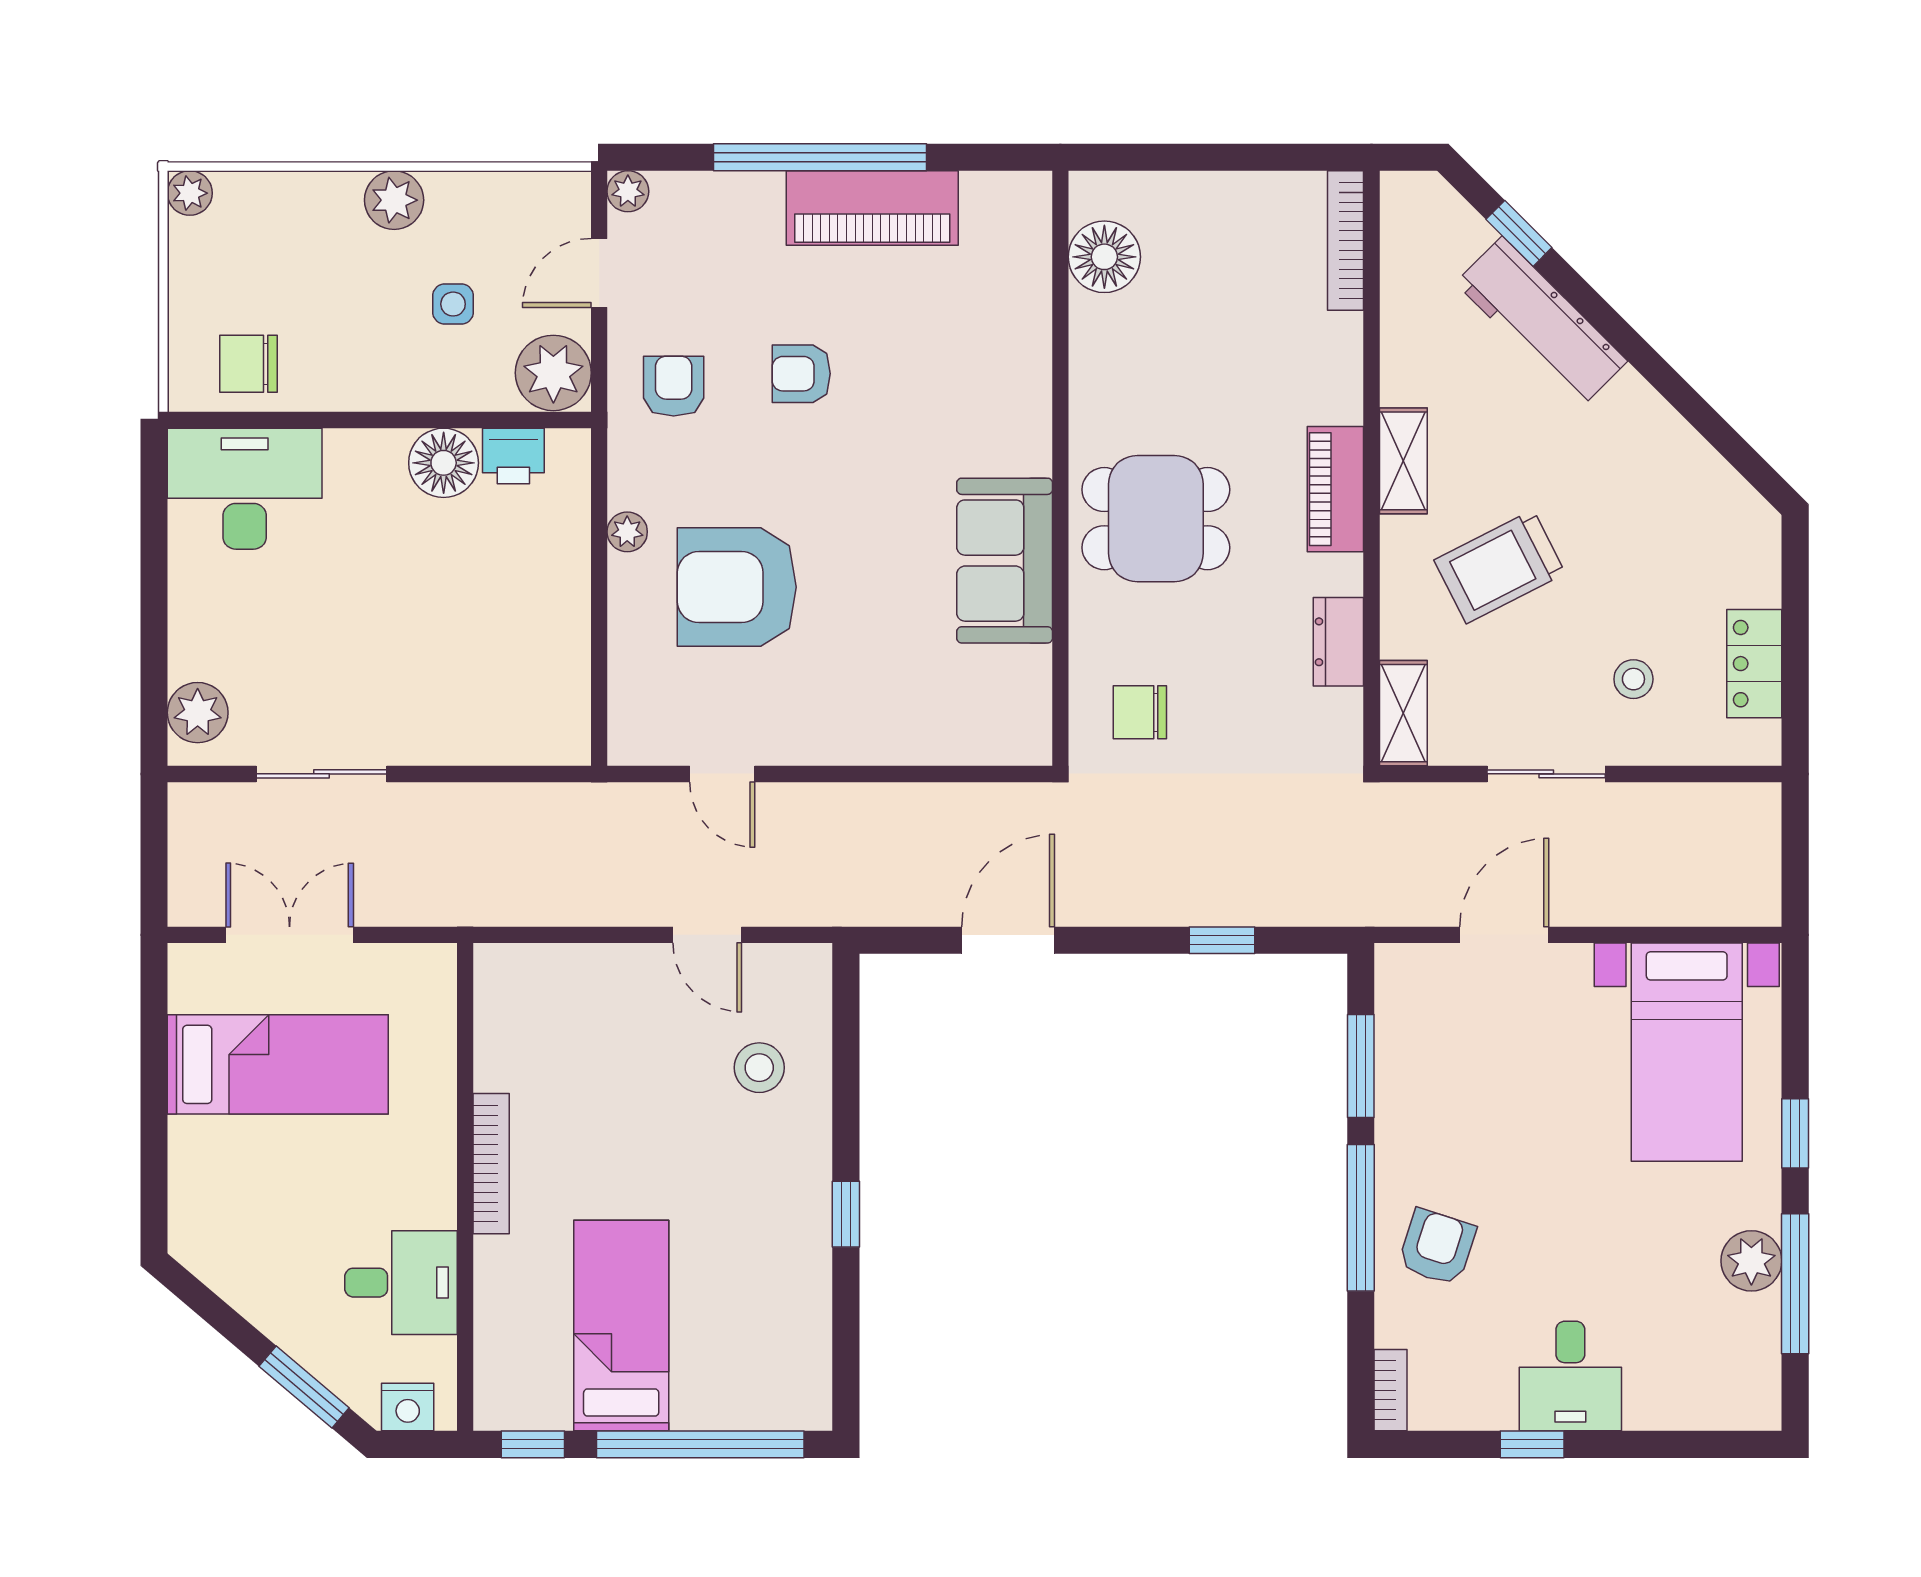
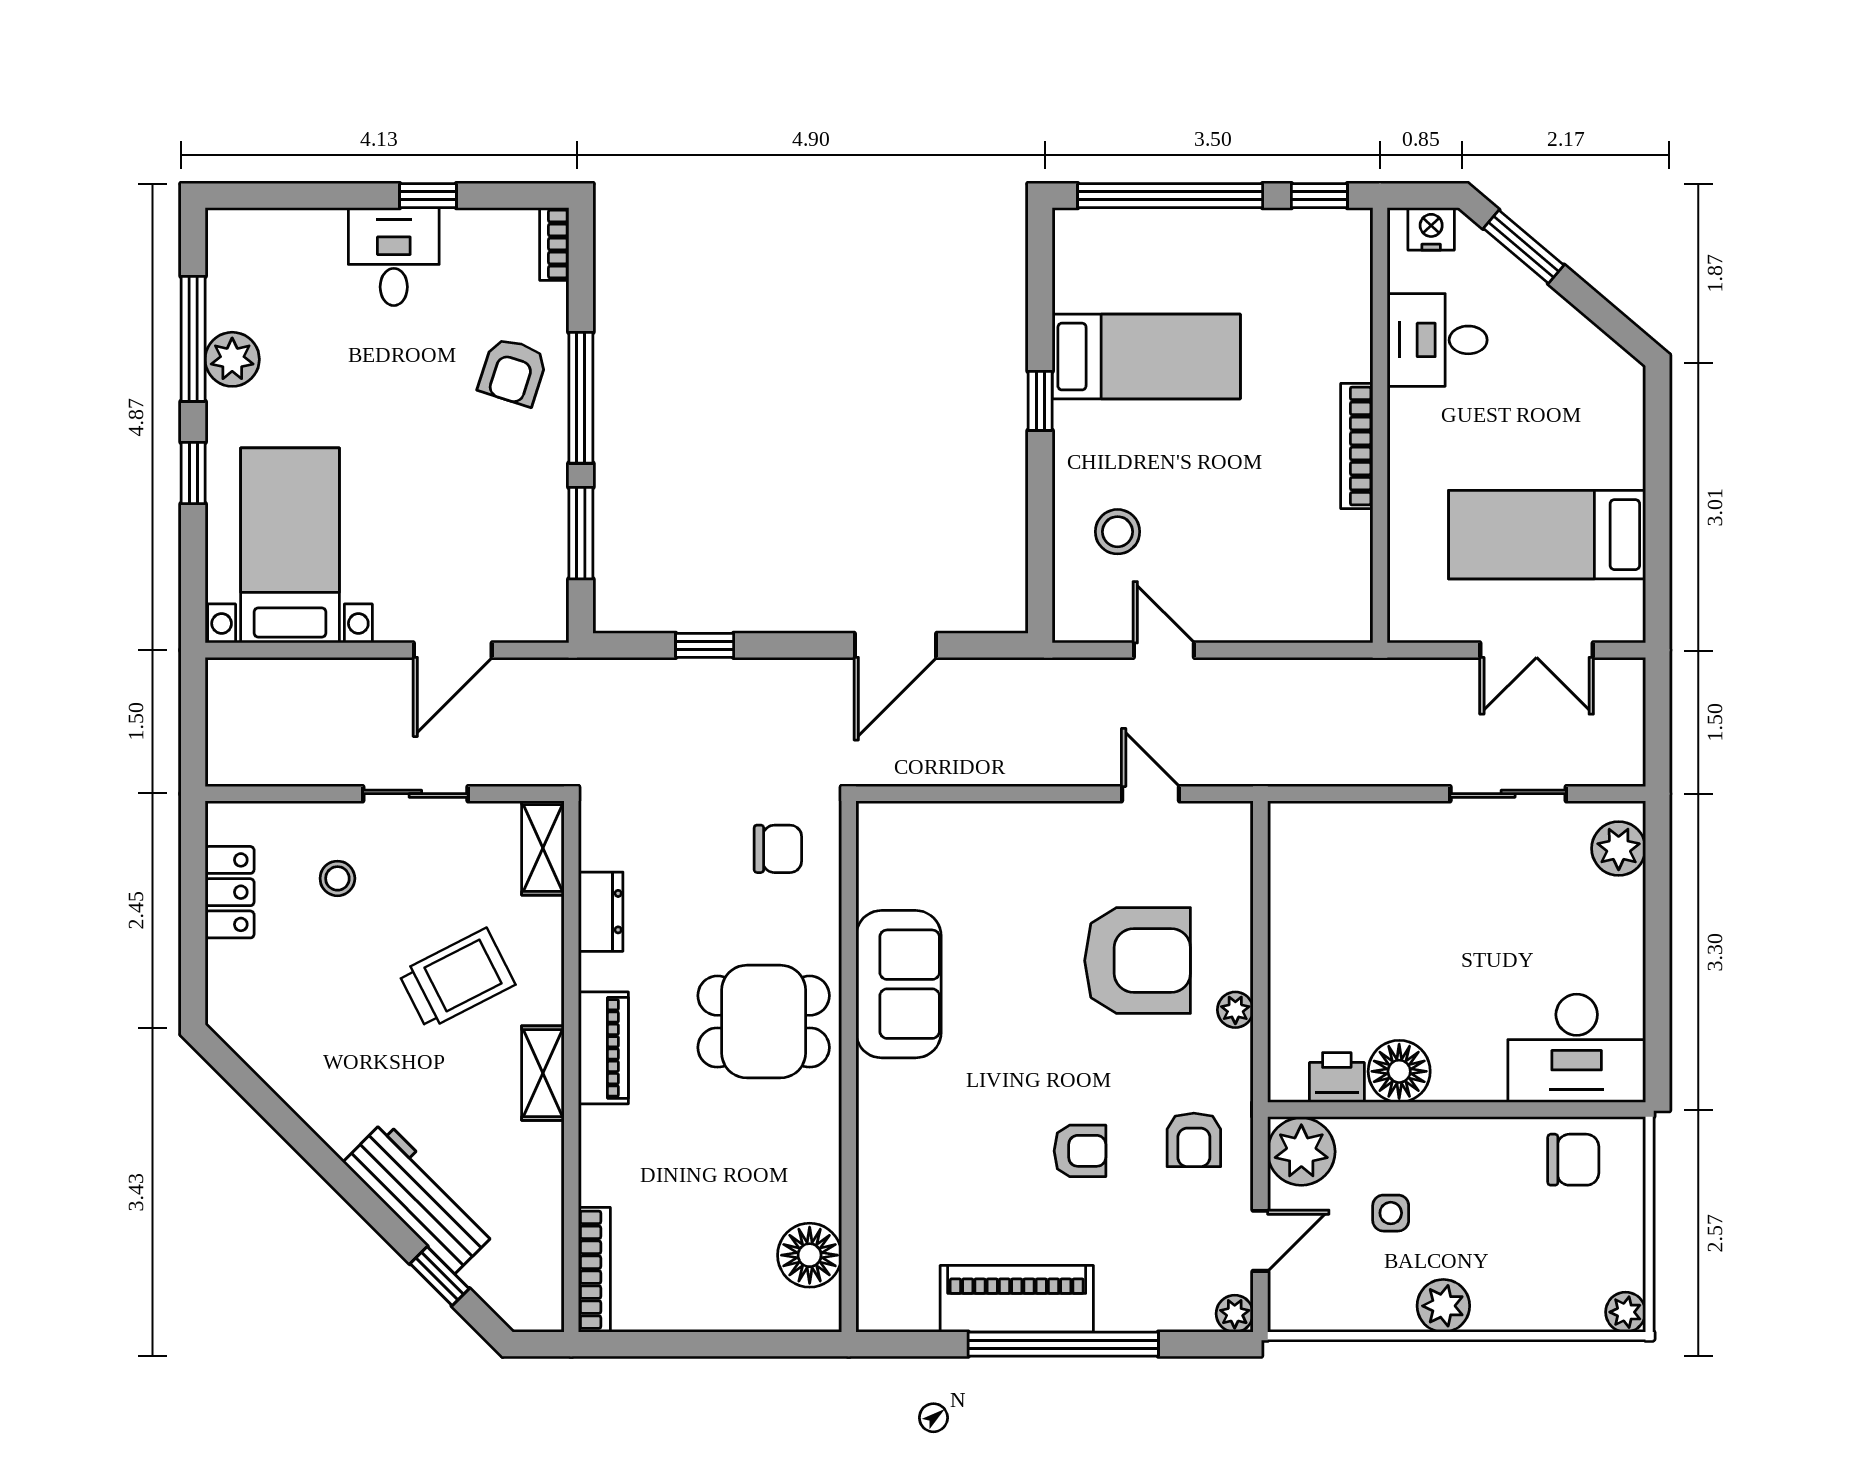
bed: (621, 1326) -> (1146, 357), moved, turned -90

